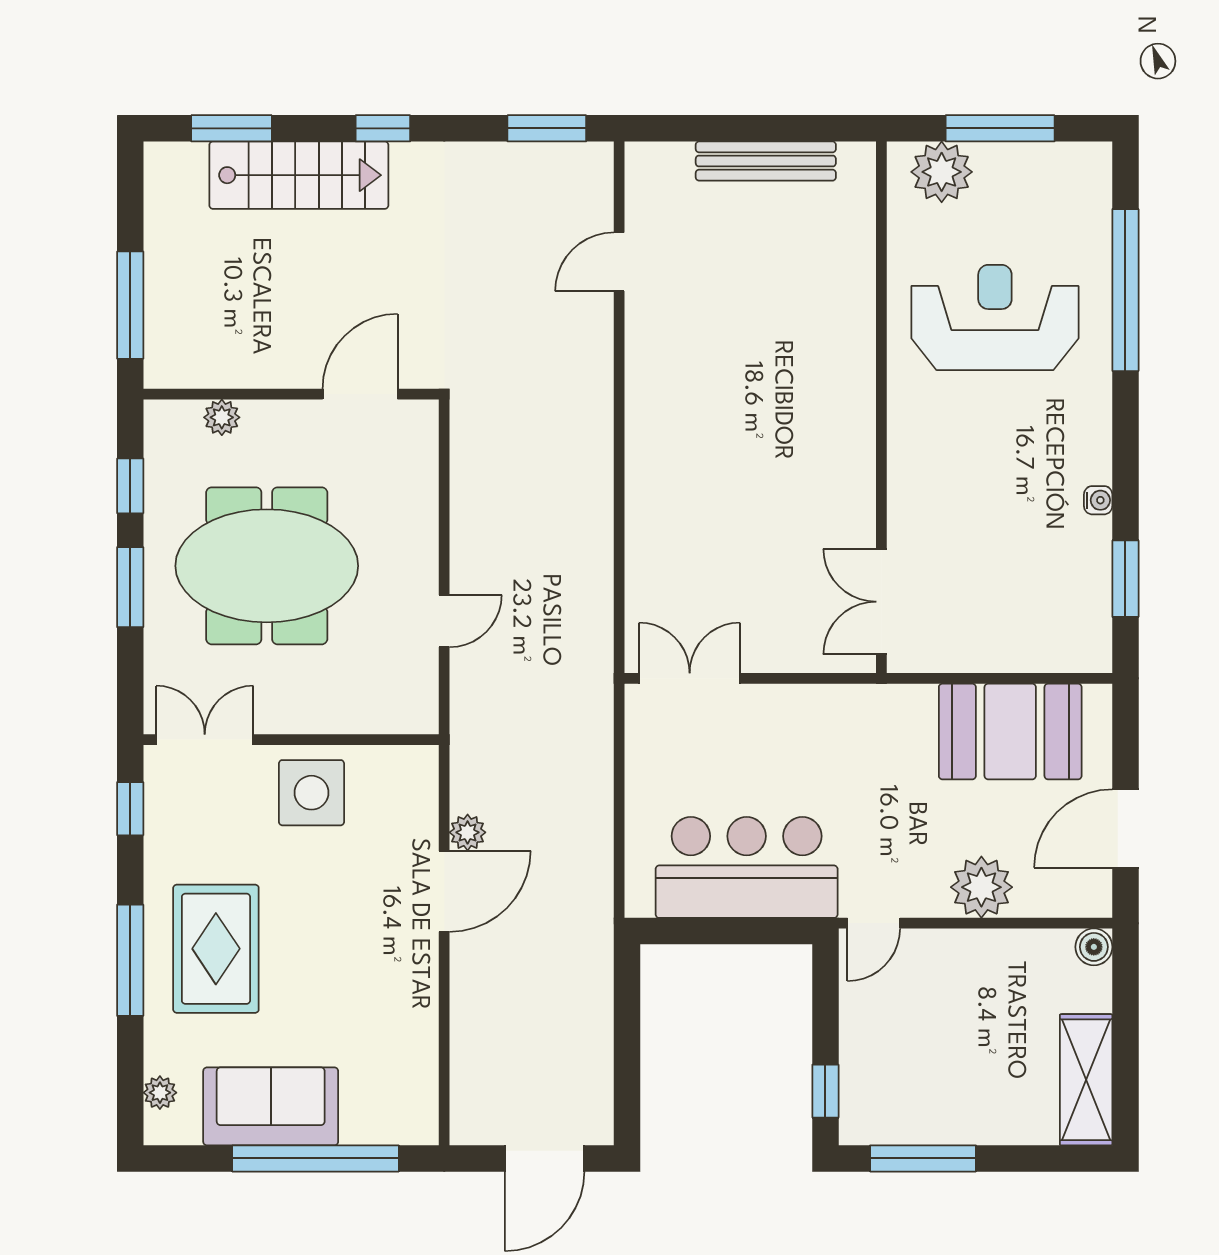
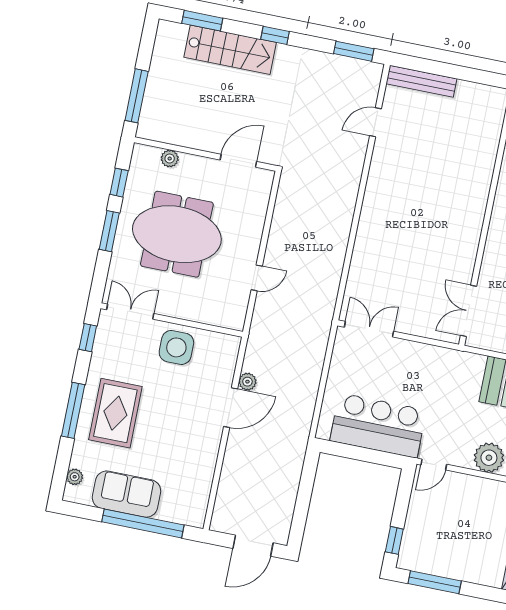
bench: (766, 161) -> (421, 81), moved

